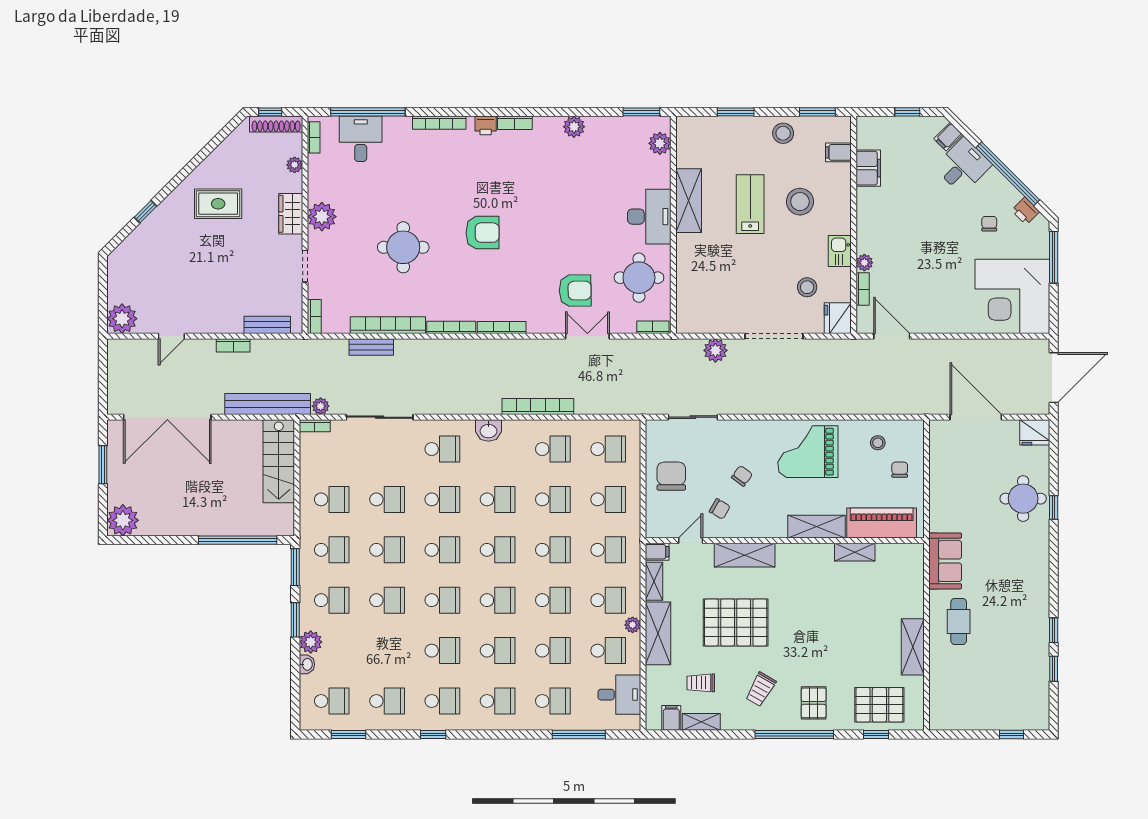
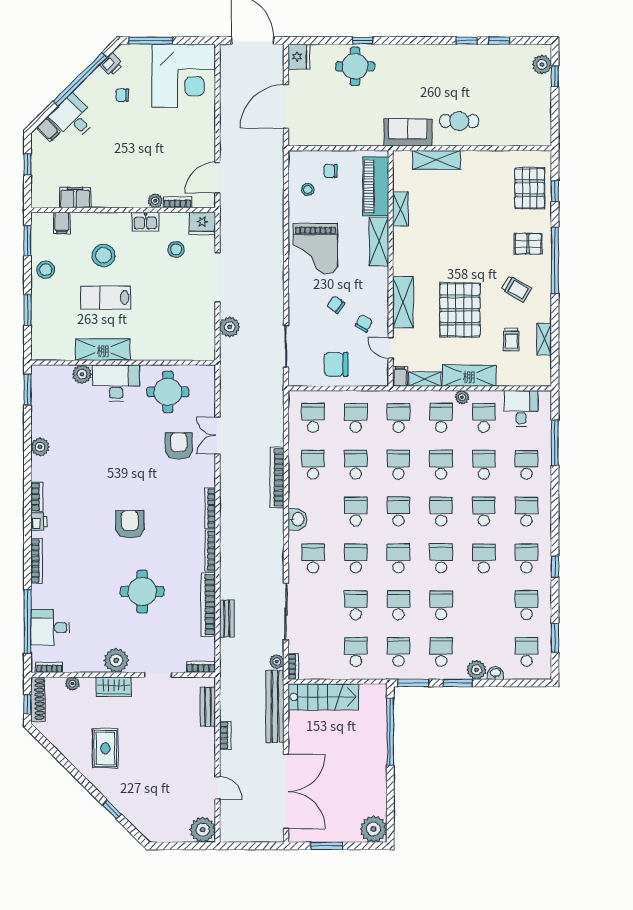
plant: (660, 143) -> (82, 374), moved
bookcase: (653, 327) -> (210, 380), removed
shelving: (913, 647) -> (437, 160), moved
filing cabinet: (671, 718) -> (541, 364), removed
plant: (1025, 719) -> (542, 65), added

